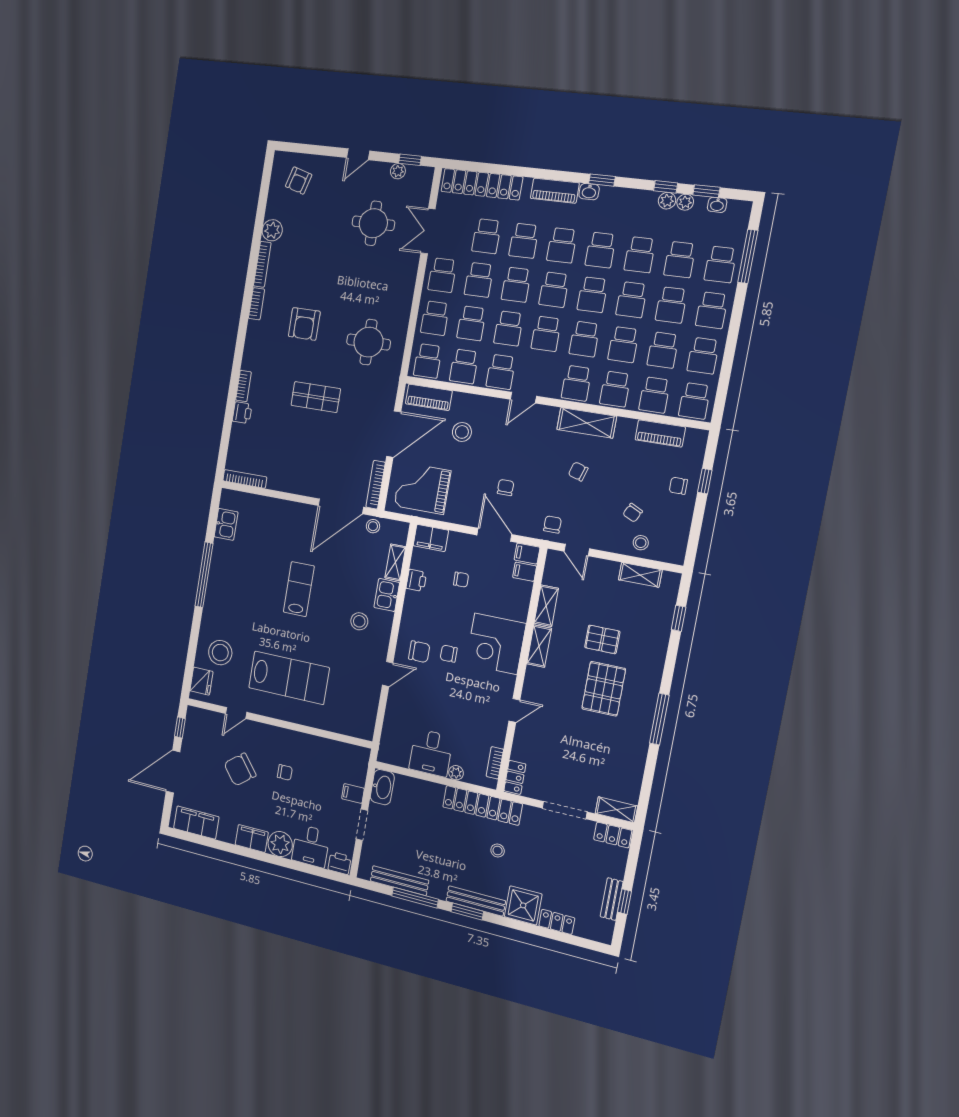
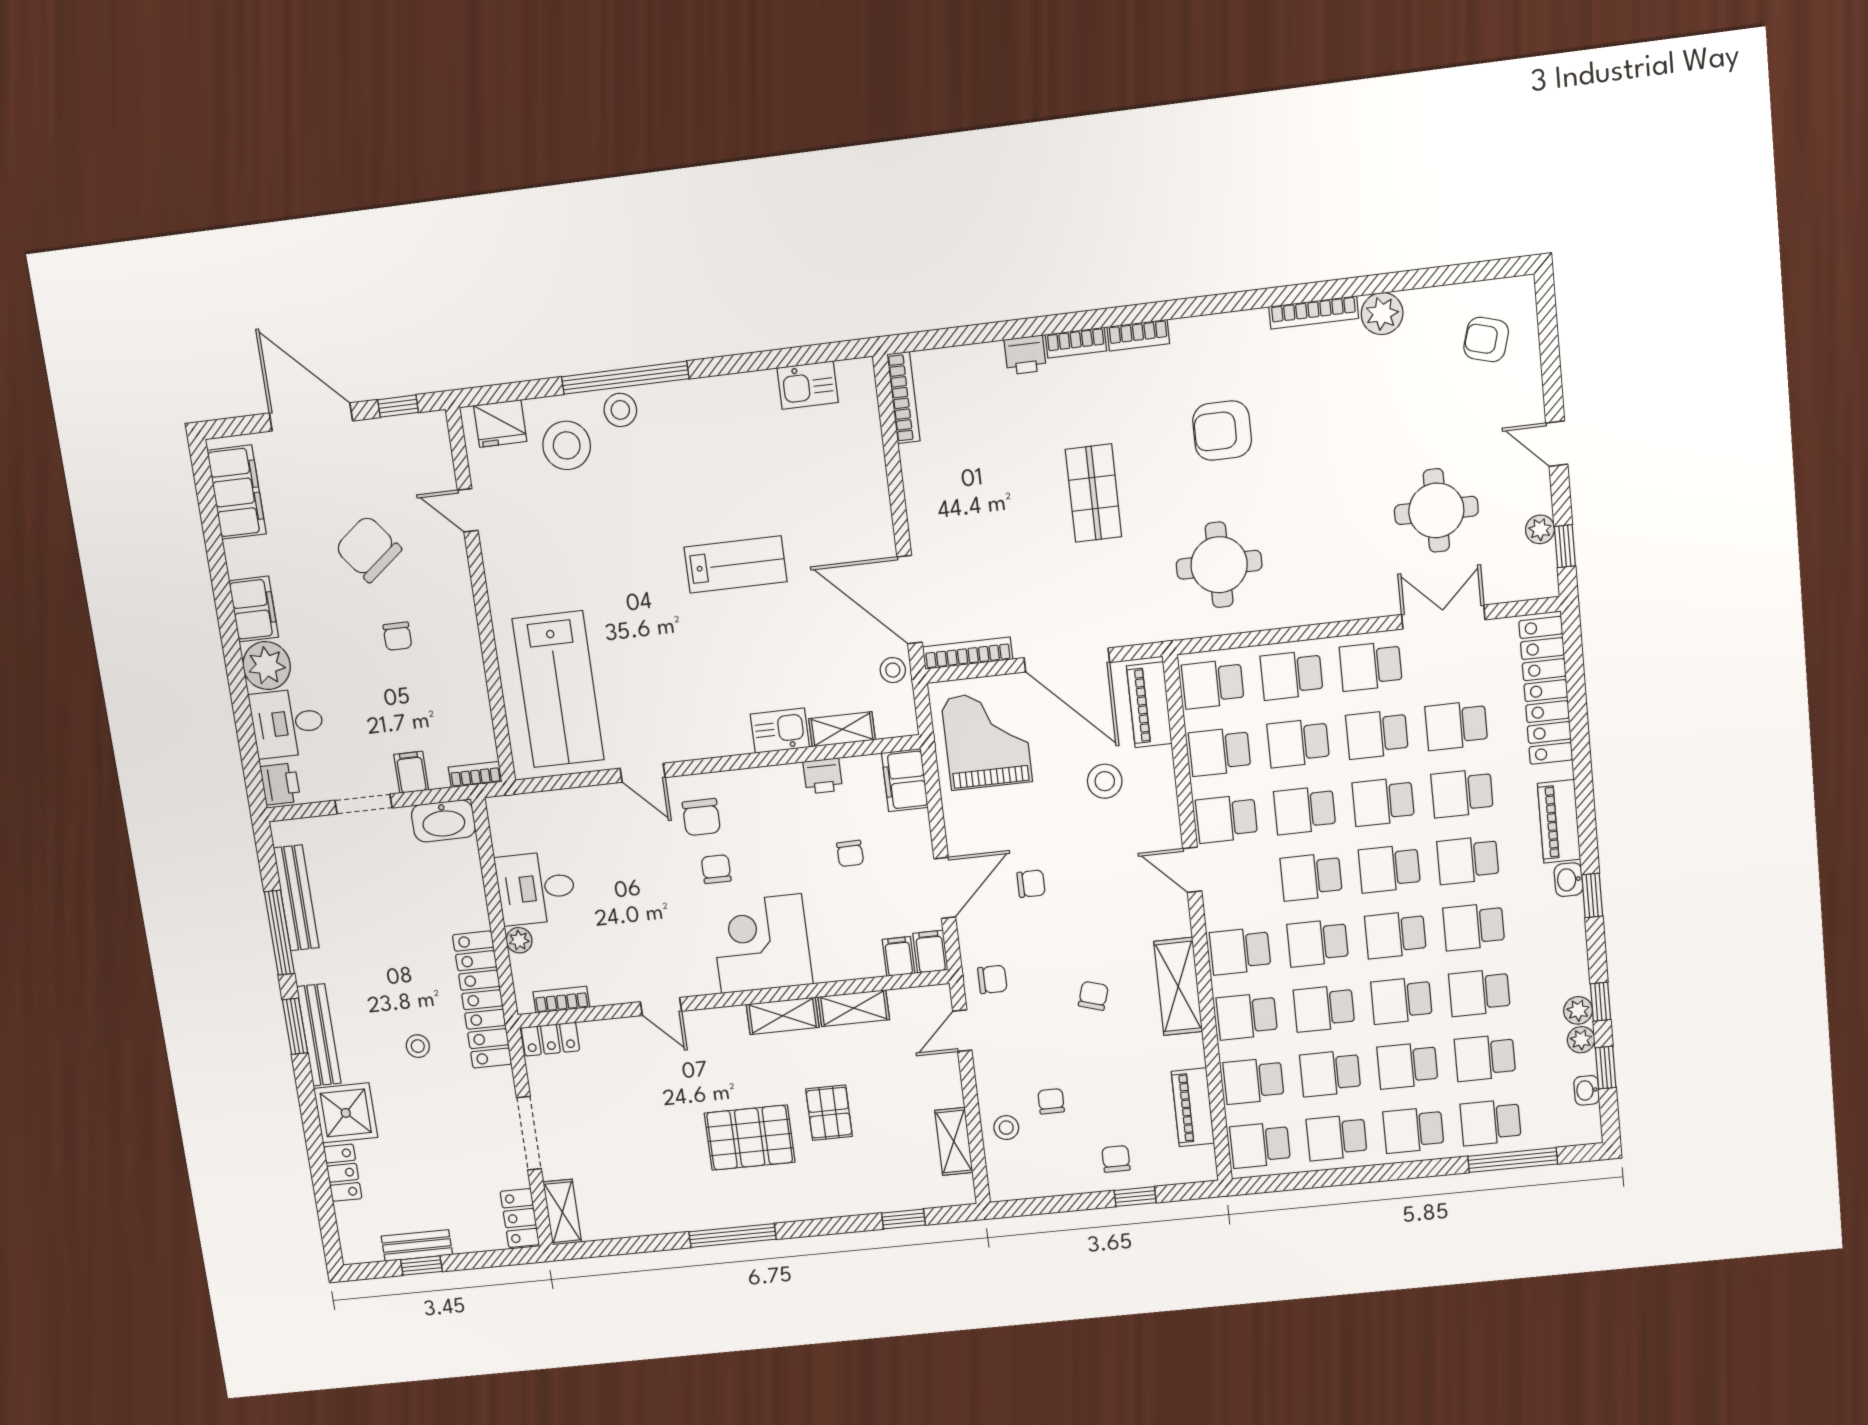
bookcase: (257, 304) -> (1138, 335), moved
chair: (633, 513) -> (1051, 1101), turned 64
window: (204, 575) -> (625, 378), moved
stool: (359, 621) -> (620, 410), moved
lab bench: (289, 678) -> (558, 689), moved
bookcase: (364, 761) -> (475, 774), added

